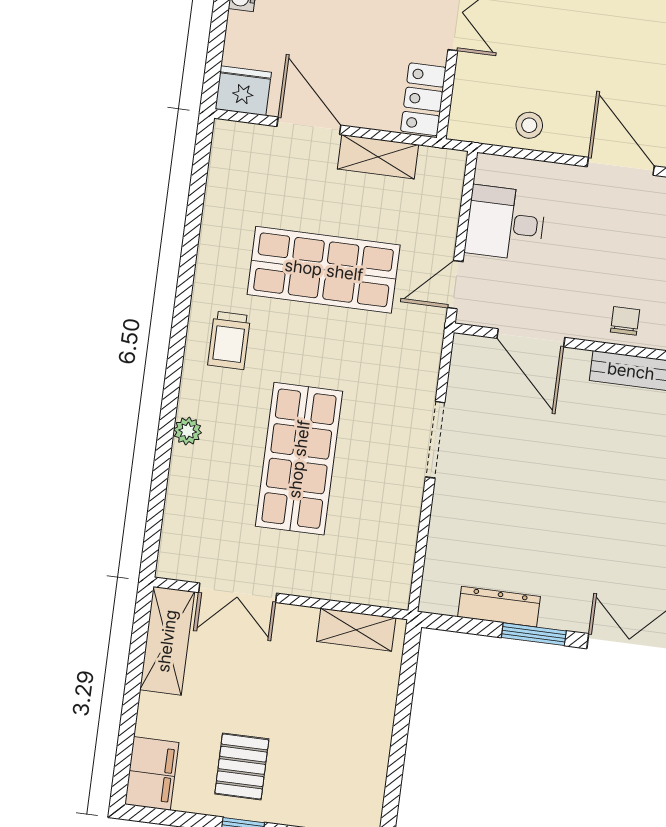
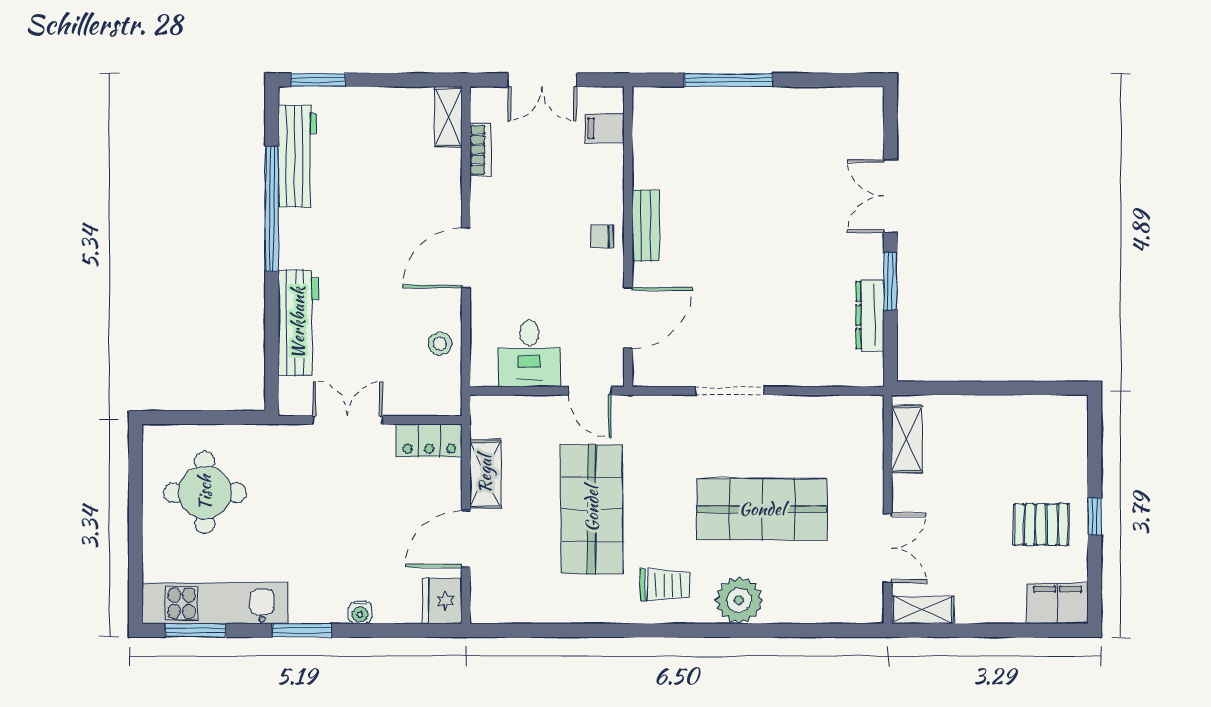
plant: (188, 431) -> (739, 600), width x1.88, depth x1.88
shelving: (167, 641) -> (923, 610), width x0.67, depth x0.75

